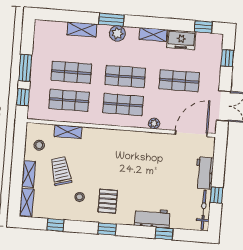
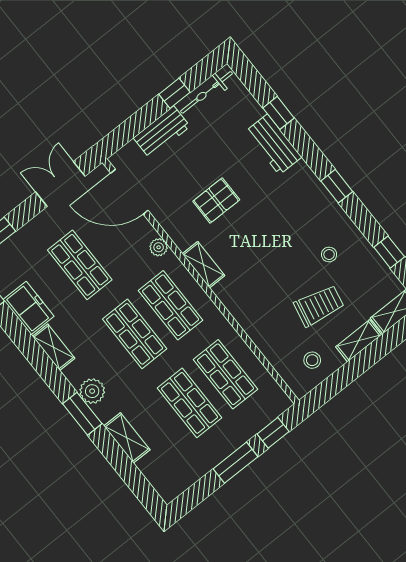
shelving: (68, 132) -> (203, 265), moved
trolley: (61, 171) -> (319, 306), turned -152
pallet: (108, 201) -> (216, 201), moved

